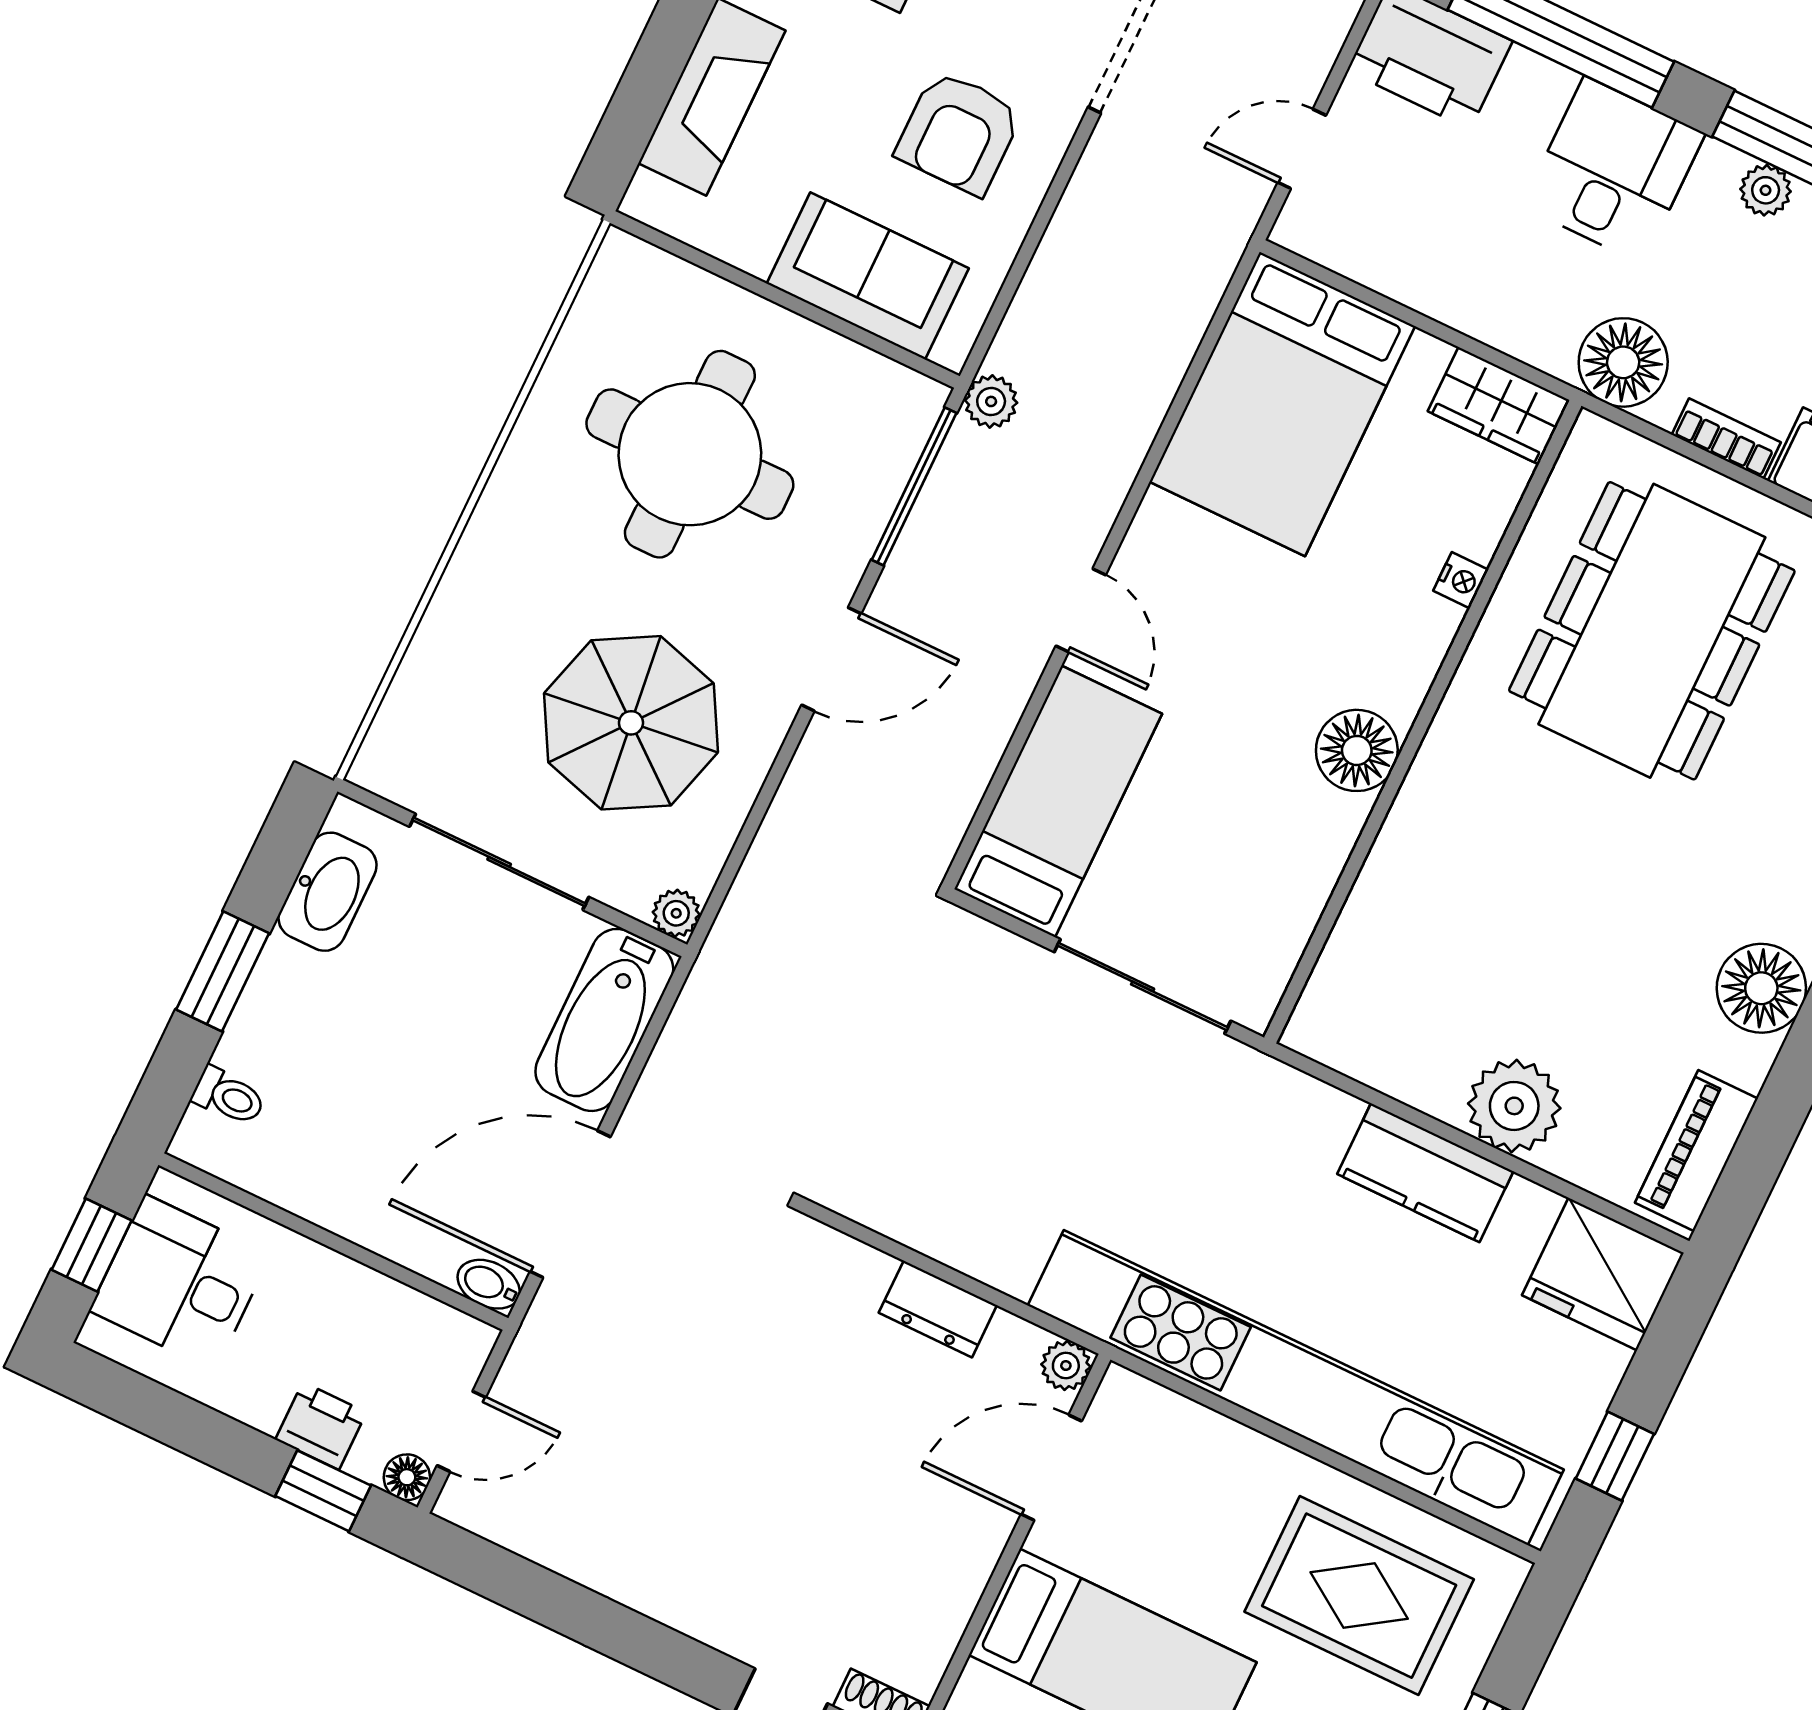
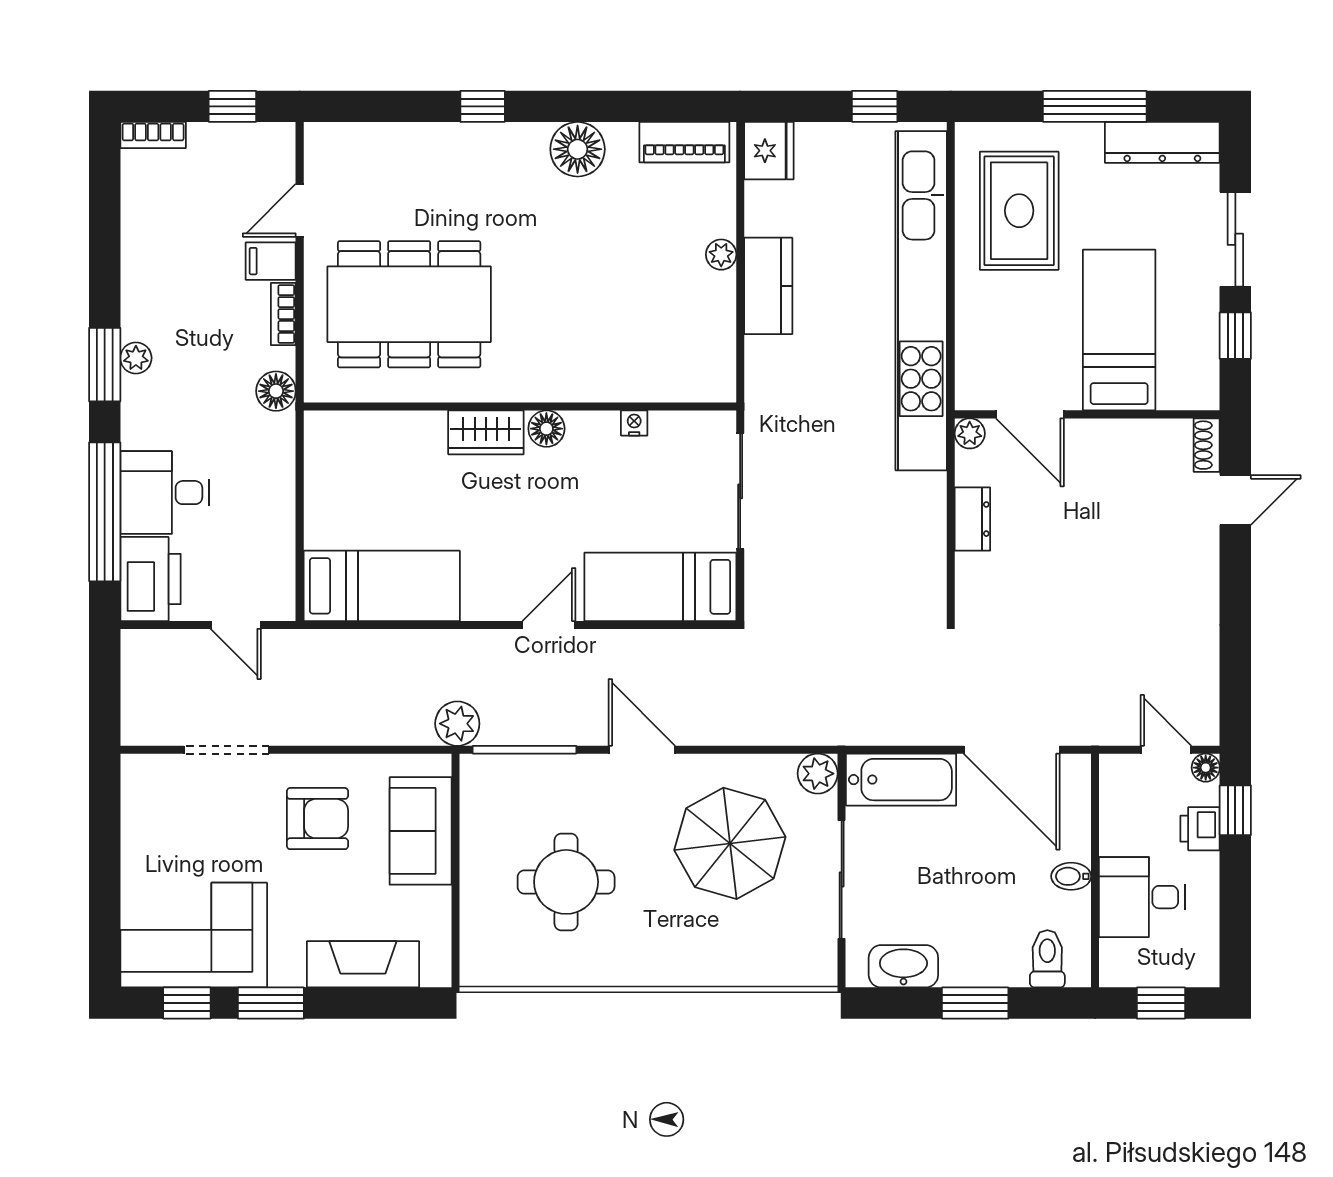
desk: (1614, 170) -> (165, 493), moved
floor lamp: (1623, 362) -> (276, 391), width x0.73, depth x0.73
plant: (991, 401) -> (457, 724), width x1.38, depth x1.38
bed: (1282, 404) -> (382, 586), width x0.67
wardrobe: (1499, 406) -> (486, 432), moved, turned 90
round table: (690, 454) -> (566, 882), width x0.73, depth x0.73
nightstand: (1461, 580) -> (634, 423), moved
floor lamp: (1357, 750) -> (546, 429), width x0.73, depth x0.73
plant: (676, 913) -> (818, 774), width x1.38, depth x1.38
toilet: (229, 1096) -> (1047, 959), width x1.37, depth x1.39
plant: (1514, 1106) -> (721, 255), width x0.53, depth x0.53
fridge: (1603, 1274) -> (769, 151), width x0.73, depth x0.75
desk: (180, 1282) -> (1142, 897), moved, turned 90
bidet: (489, 1284) -> (1071, 876), moved, turned 90

